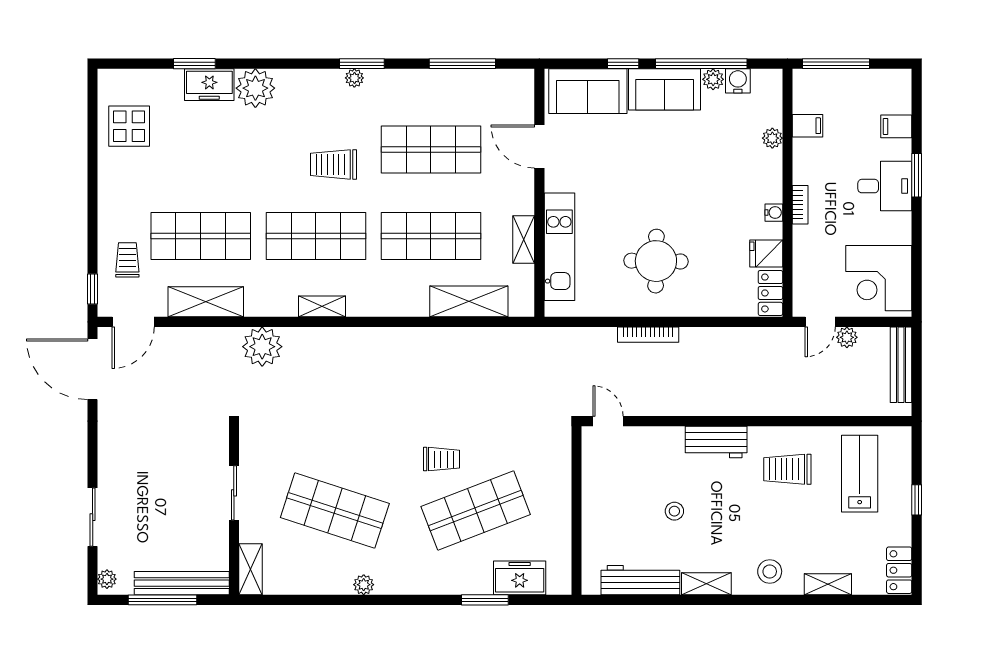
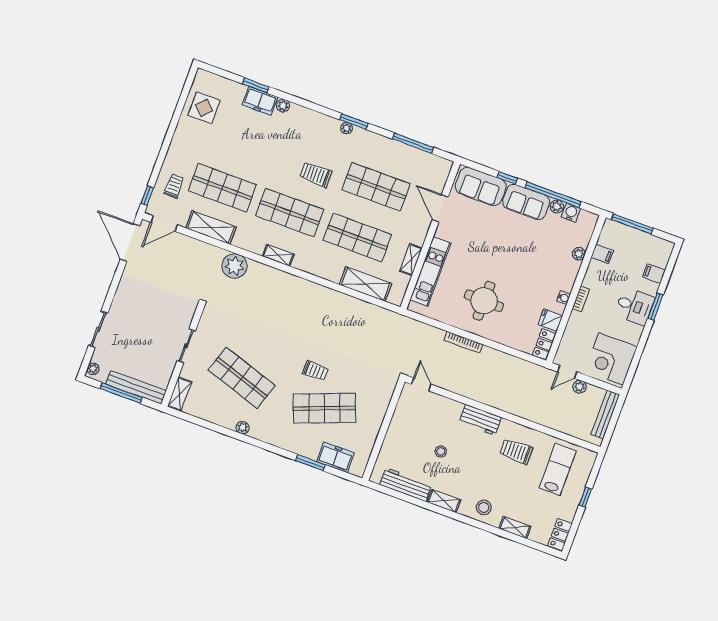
plant: (255, 88) -> (283, 106), width x0.53, depth x0.53

